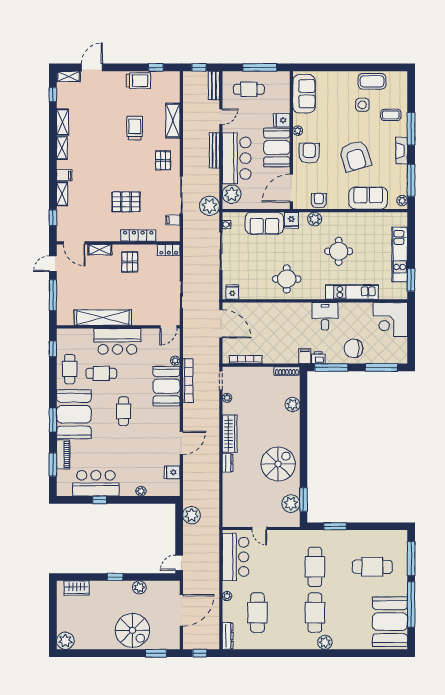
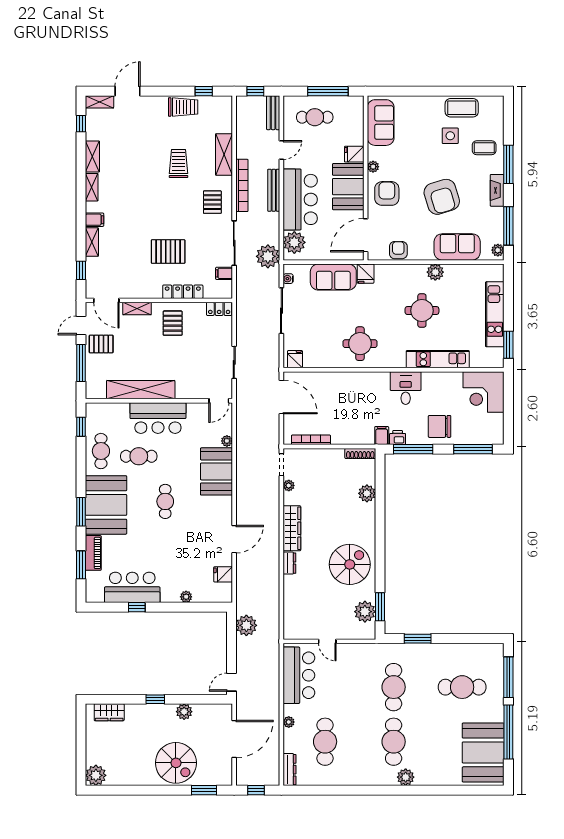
plant: (315, 219) -> (435, 272), moved
pallet: (70, 279) -> (101, 344), added
bookcase: (188, 381) -> (242, 185), moved

